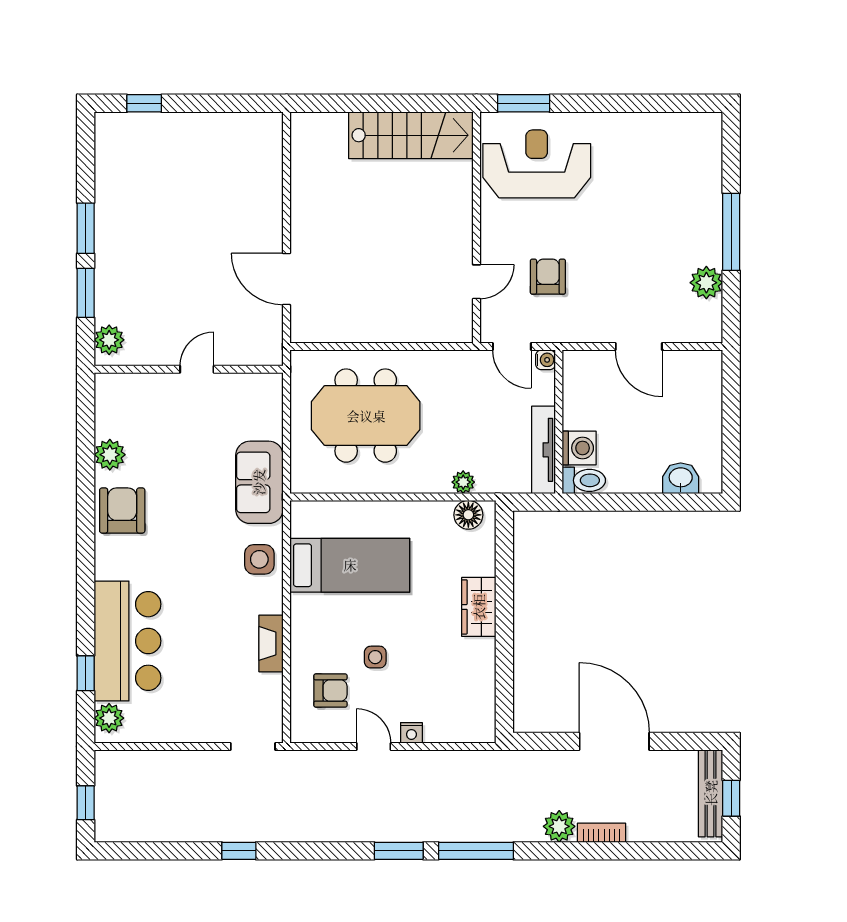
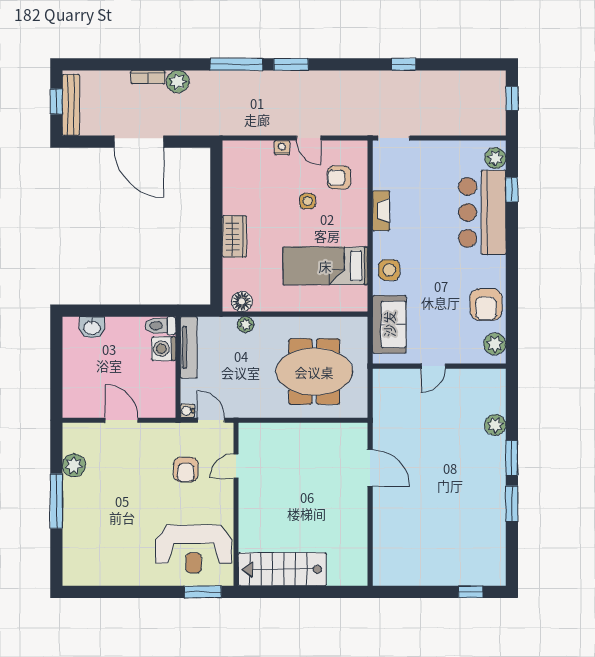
wall: (189, 369) -> (439, 366), moved
door: (197, 369) -> (433, 366), moved

